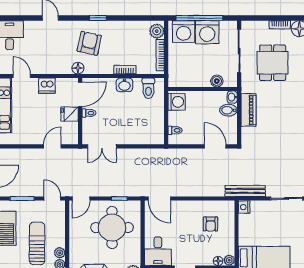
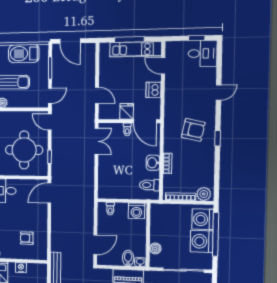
floor lamp: (78, 68) -> (170, 119), removed
door: (22, 76) -> (163, 66), swing flipped
double door: (102, 146) -> (96, 141), swing flipped
nightstand: (244, 207) -> (21, 268), moved

